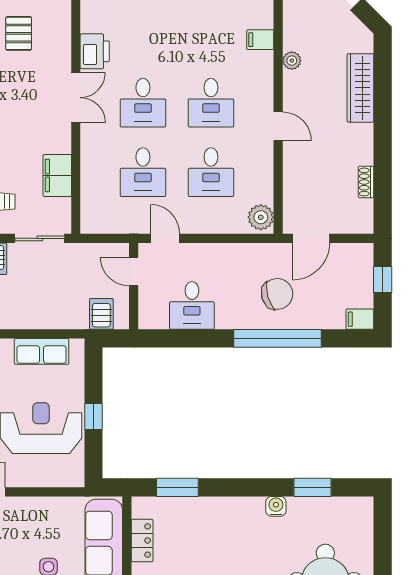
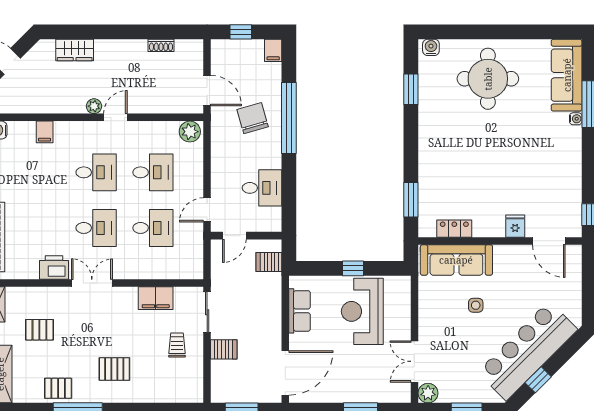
plant: (292, 61) -> (94, 106), moved
wardrobe: (360, 88) -> (75, 50), width x0.67
water cooler: (276, 506) -> (431, 47), moved, turned 90

